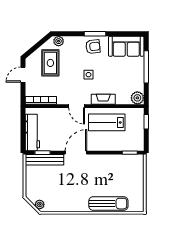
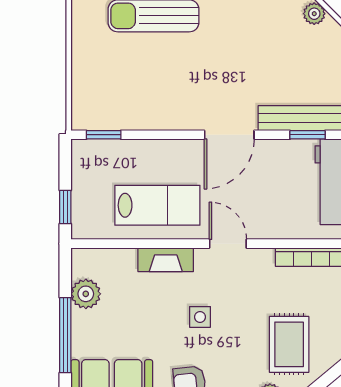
plant: (137, 98) -> (86, 294), moved

